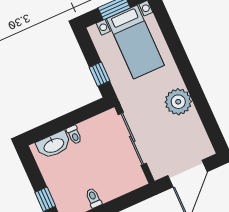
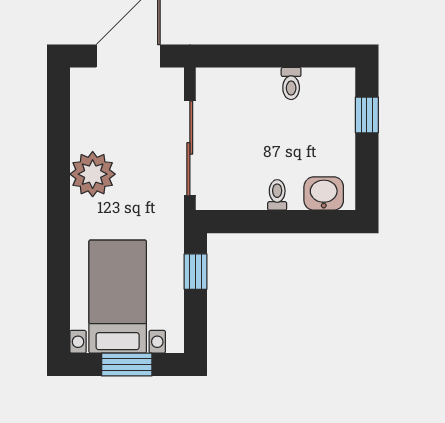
washbasin: (54, 145) -> (324, 194), width x0.72

